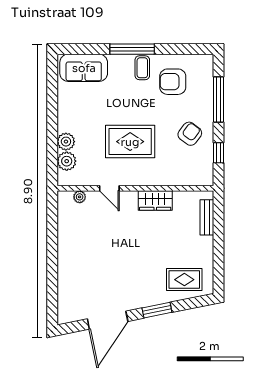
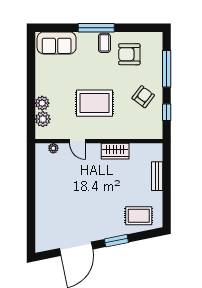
bench: (207, 217) -> (157, 176), moved

